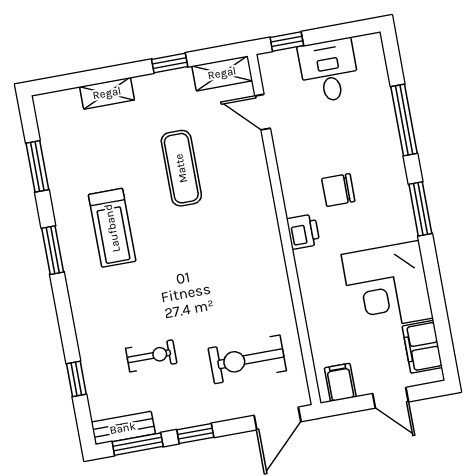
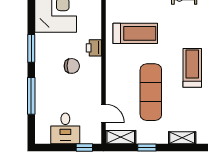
exercise mat: (181, 168) -> (151, 92), width x1.36, depth x1.45
treadmill: (231, 273) -> (135, 33), added

